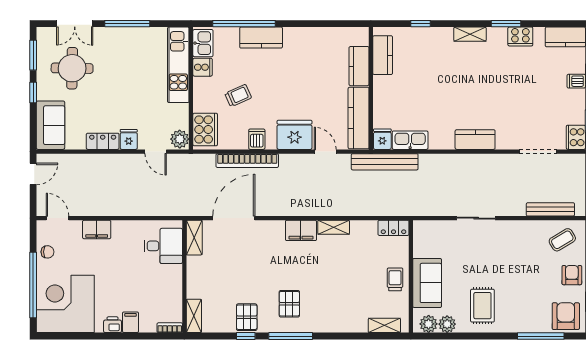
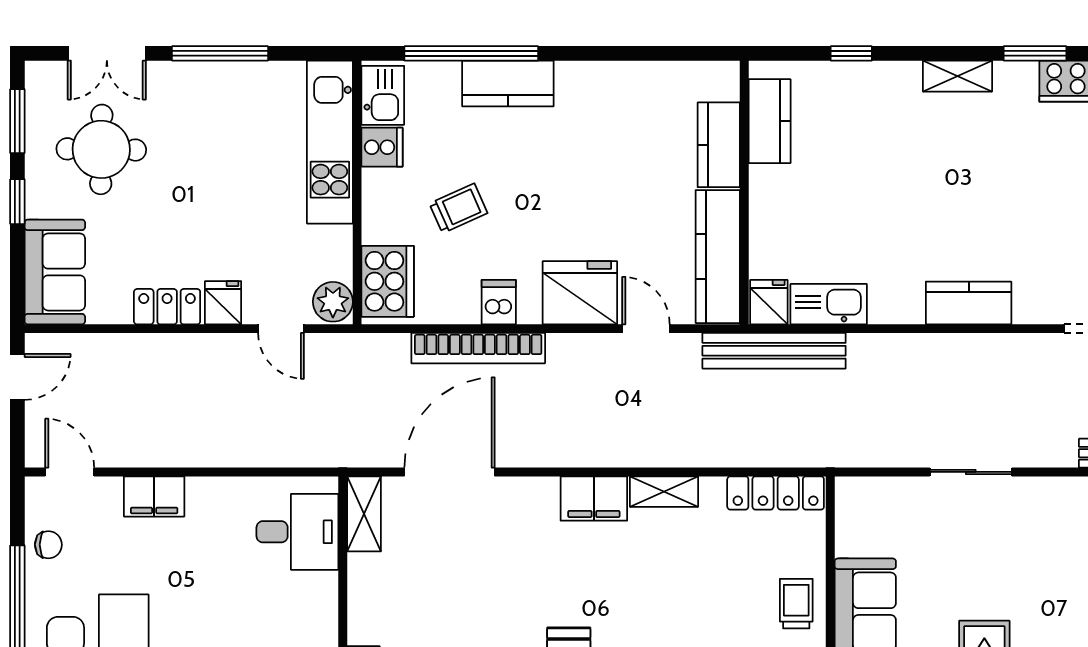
locker: (394, 228) -> (776, 493), width x1.53

